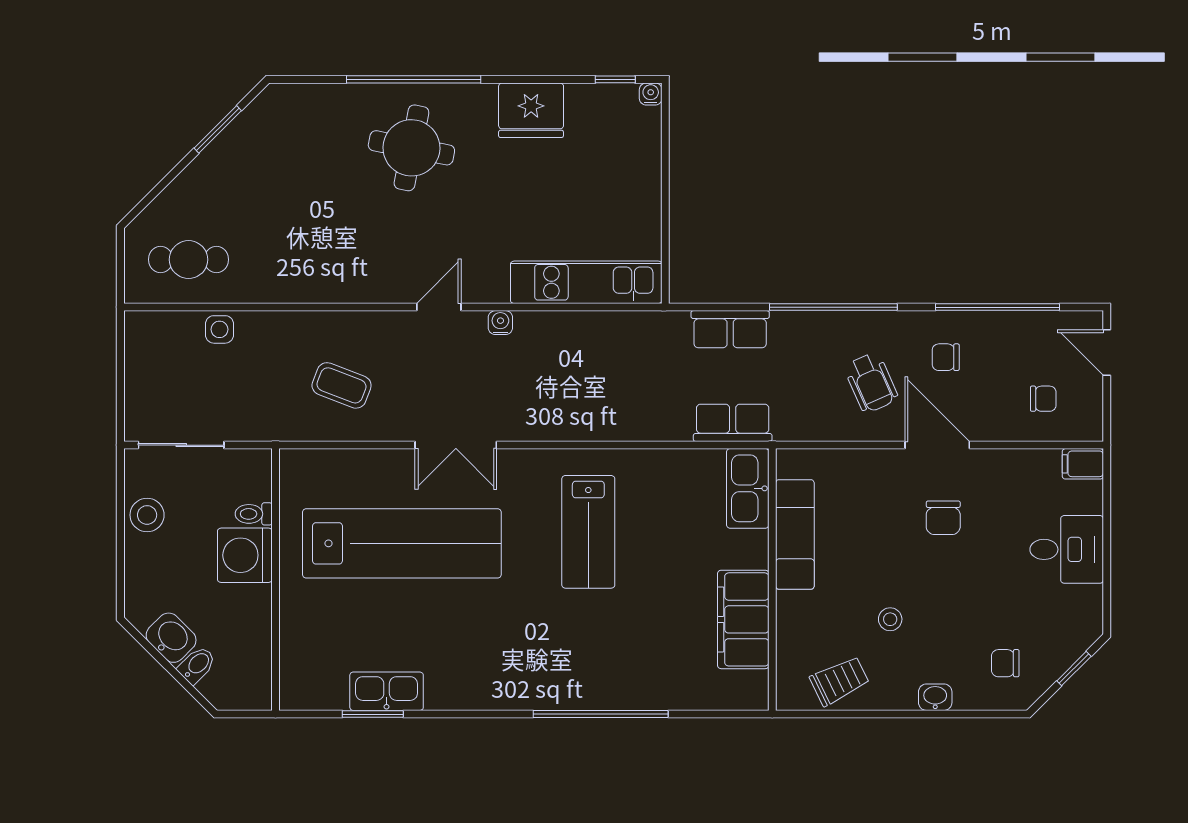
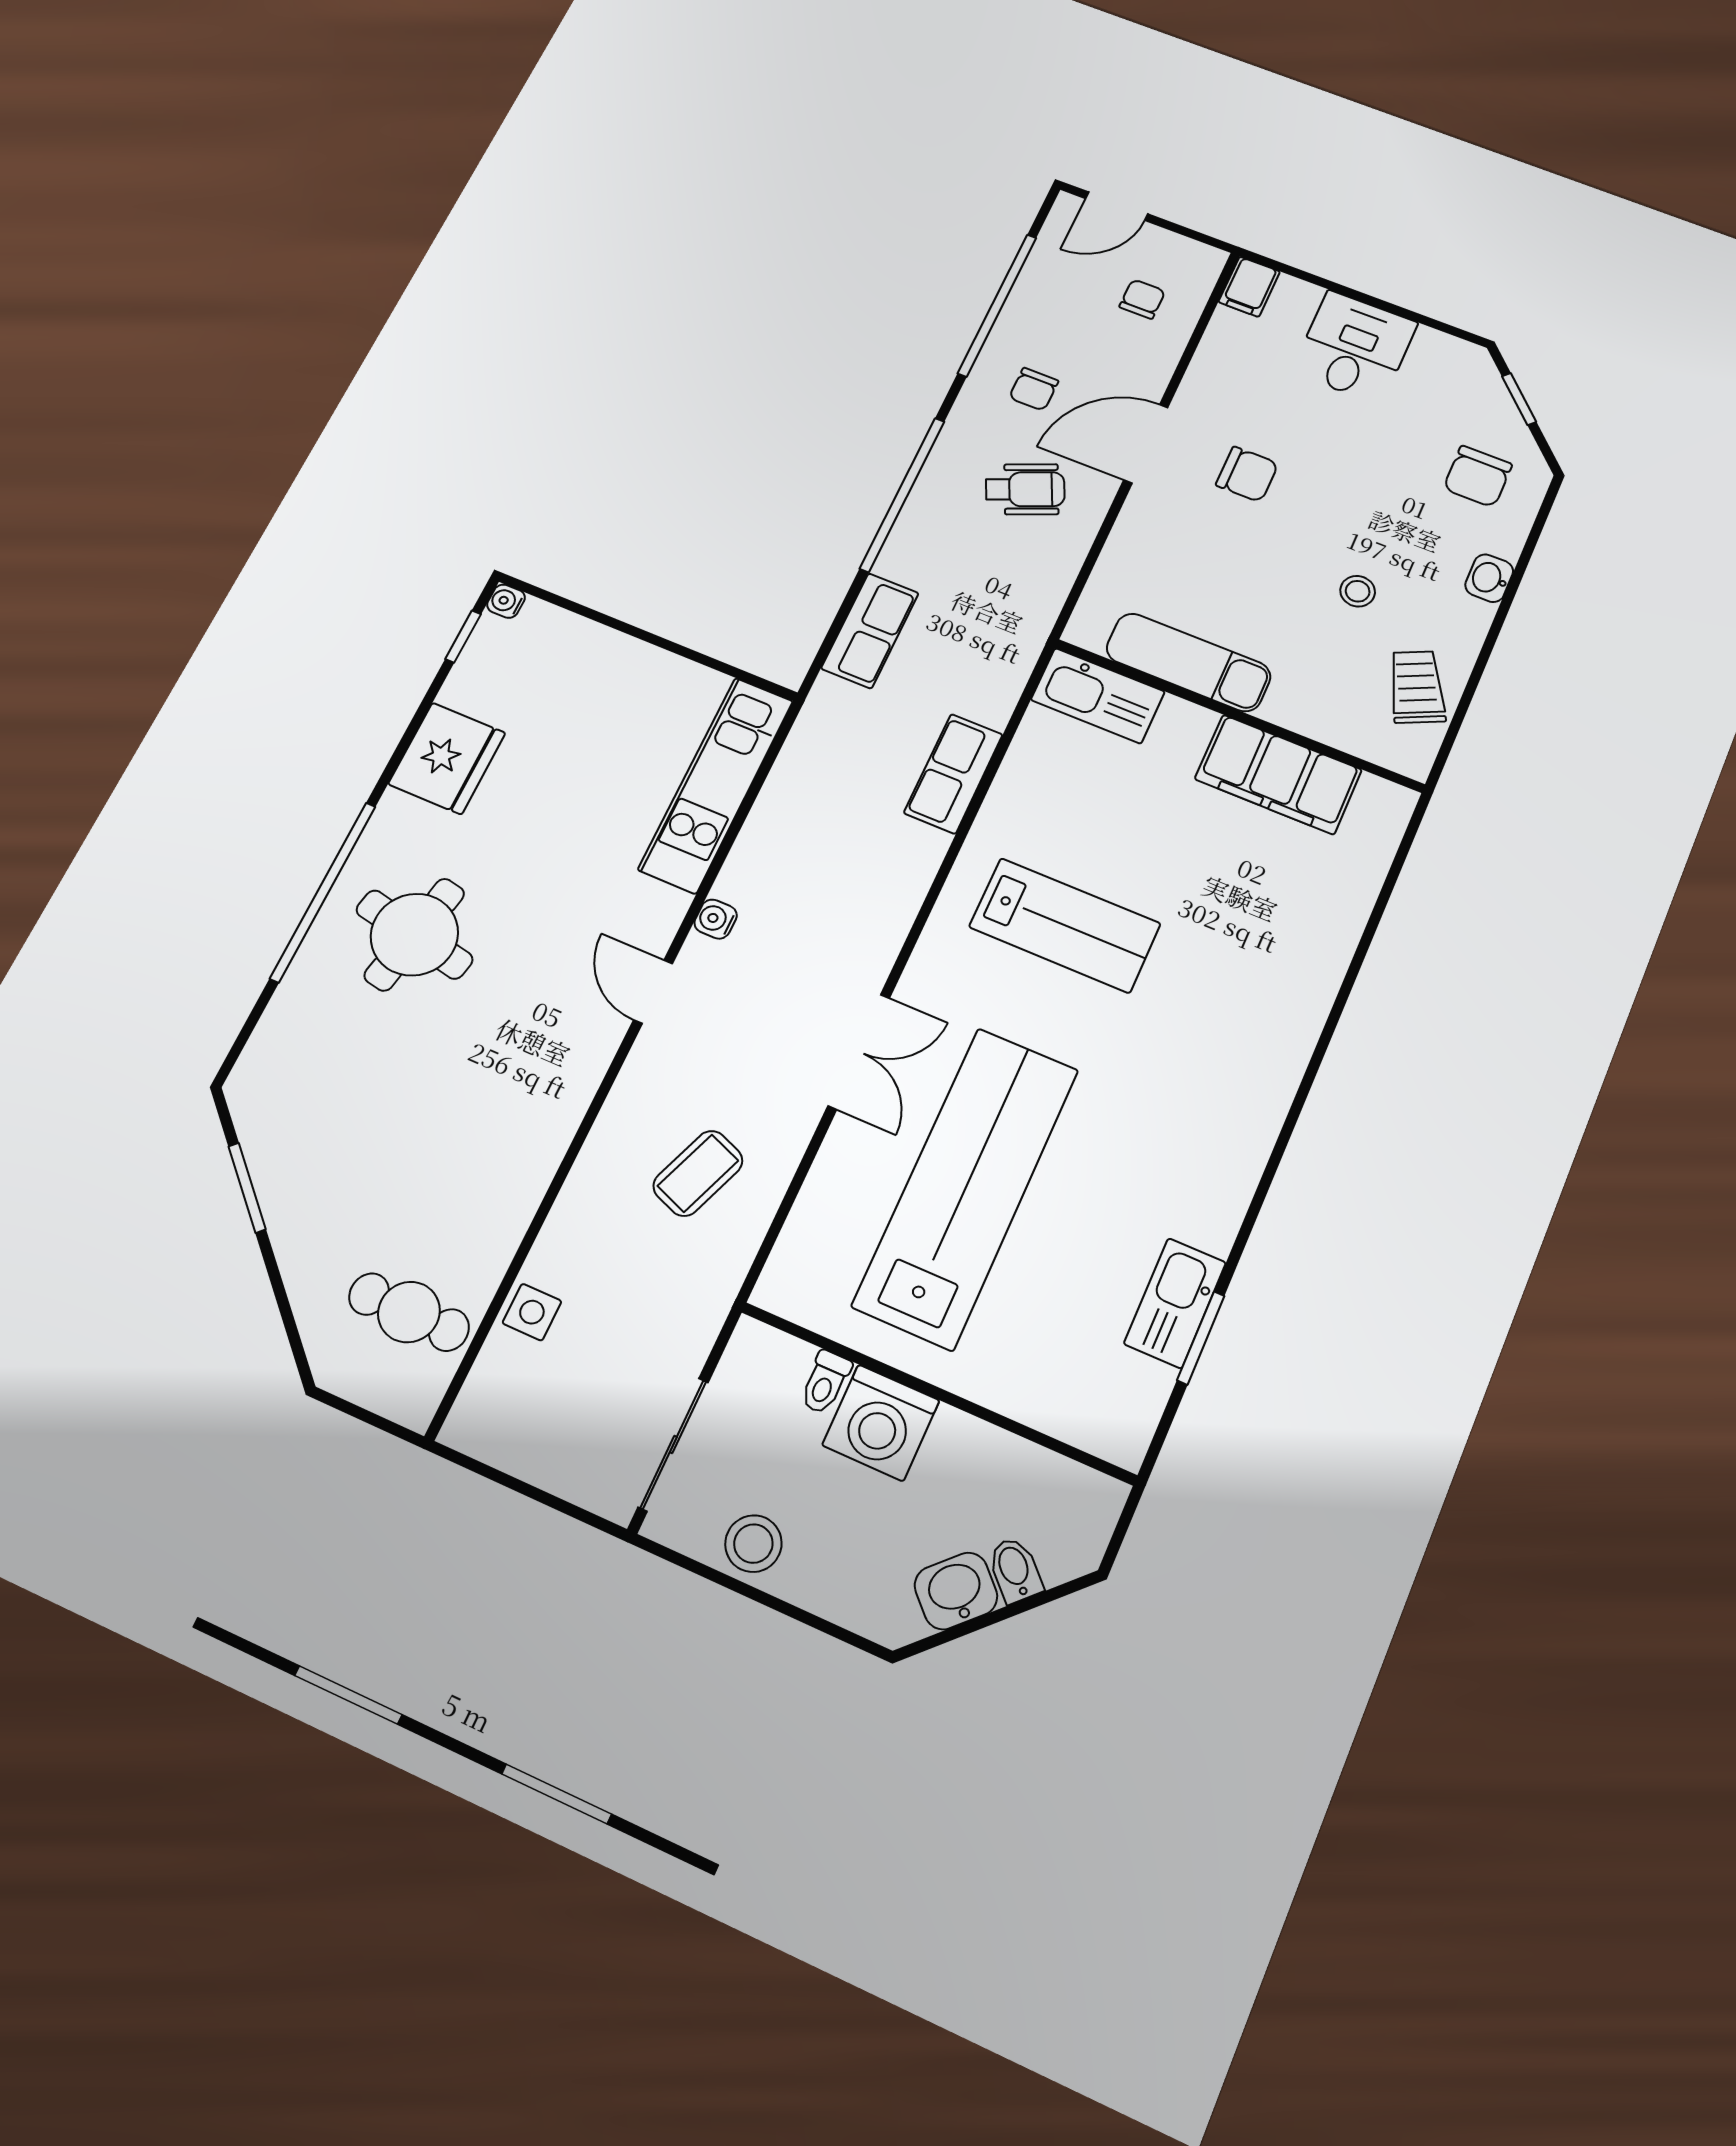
cafe table: (189, 260) -> (409, 1312), turned 90
row of seats: (733, 423) -> (953, 774), moved
chair: (1005, 663) -> (1478, 476), width x1.37, depth x1.37
window: (601, 714) -> (1334, 1017), removed

